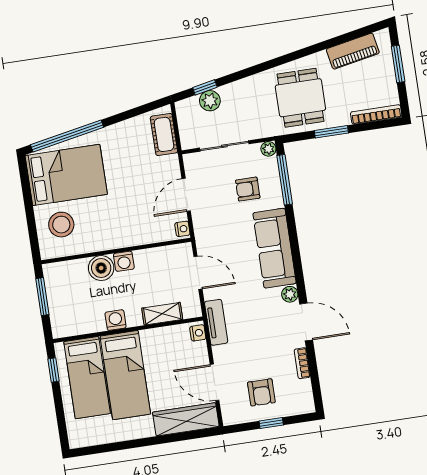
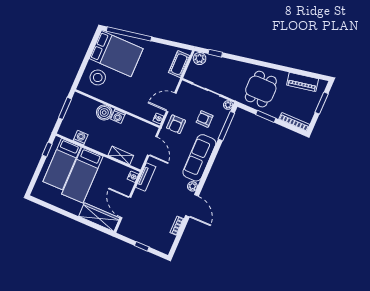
plant: (210, 101) -> (200, 59), moved
washing machine: (116, 320) -> (81, 138), moved
armchair: (261, 392) -> (176, 124), moved

